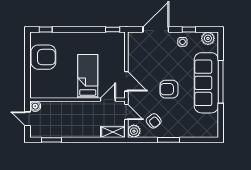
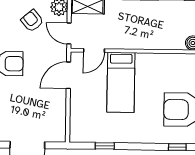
window: (113, 30) -> (105, 146), moved
door: (126, 81) -> (68, 75), hinge flipped

